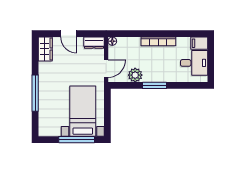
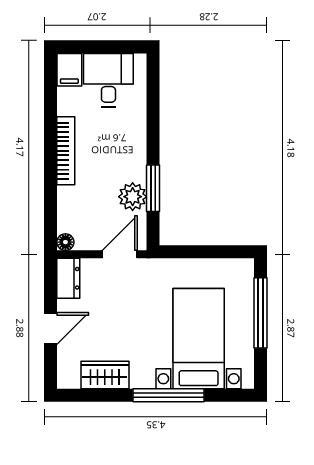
wardrobe: (45, 49) -> (105, 375), moved
door: (106, 69) -> (120, 254), hinge flipped
window: (154, 85) -> (153, 188), moved
bed with nightstands: (83, 111) -> (199, 339), moved, turned 90

